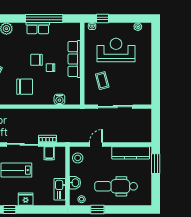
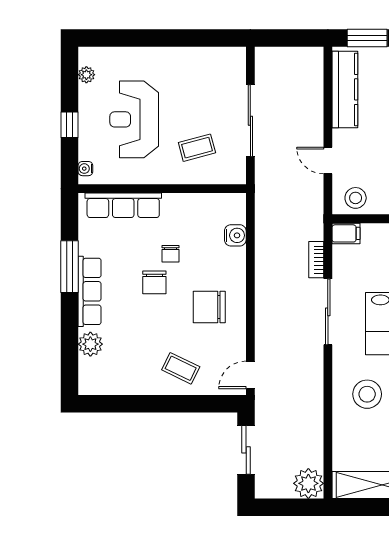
window: (44, 18) -> (70, 267), width x0.68
window: (102, 18) -> (70, 125), moved
row of seats: (38, 28) -> (90, 291), width x1.48
row of seats: (74, 59) -> (123, 205), moved
chair: (25, 87) -> (209, 307), turned -90
filing cabinet: (49, 153) -> (346, 233), moved

